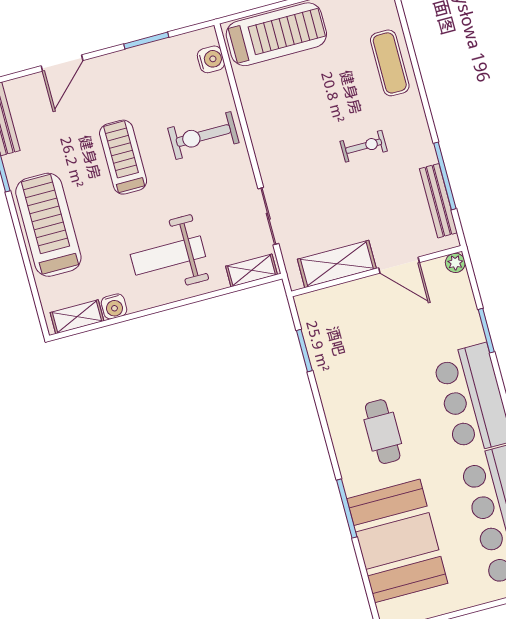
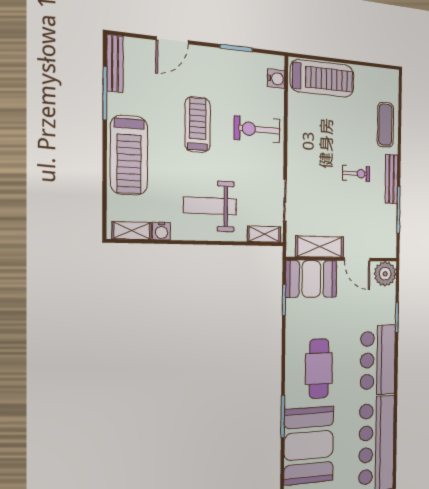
bench: (438, 201) -> (391, 179), moved
treadmill: (48, 225) -> (129, 155), turned 180
plant: (455, 263) -> (385, 274), width x1.88, depth x1.88
booth: (337, 311) -> (311, 279), added
cafe table: (383, 432) -> (319, 369), width x1.37, depth x1.35

